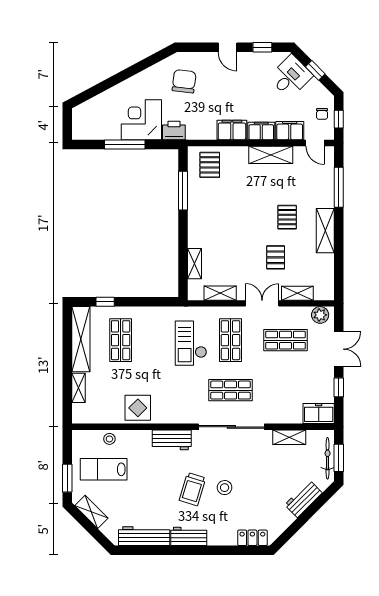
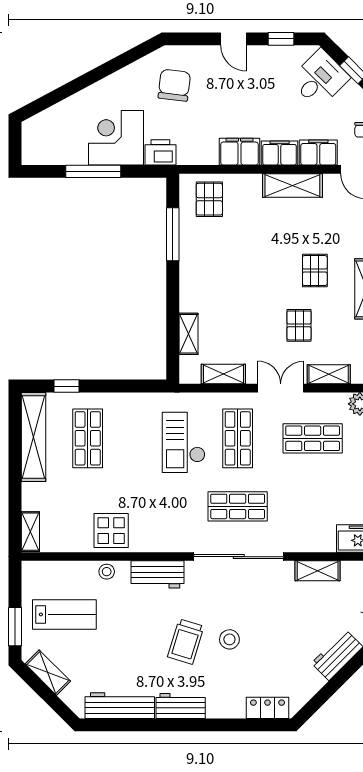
shelving: (79, 388) -> (30, 532), moved
stool: (109, 439) -> (107, 572), moved
lab bench: (104, 469) -> (64, 614), turned 180

